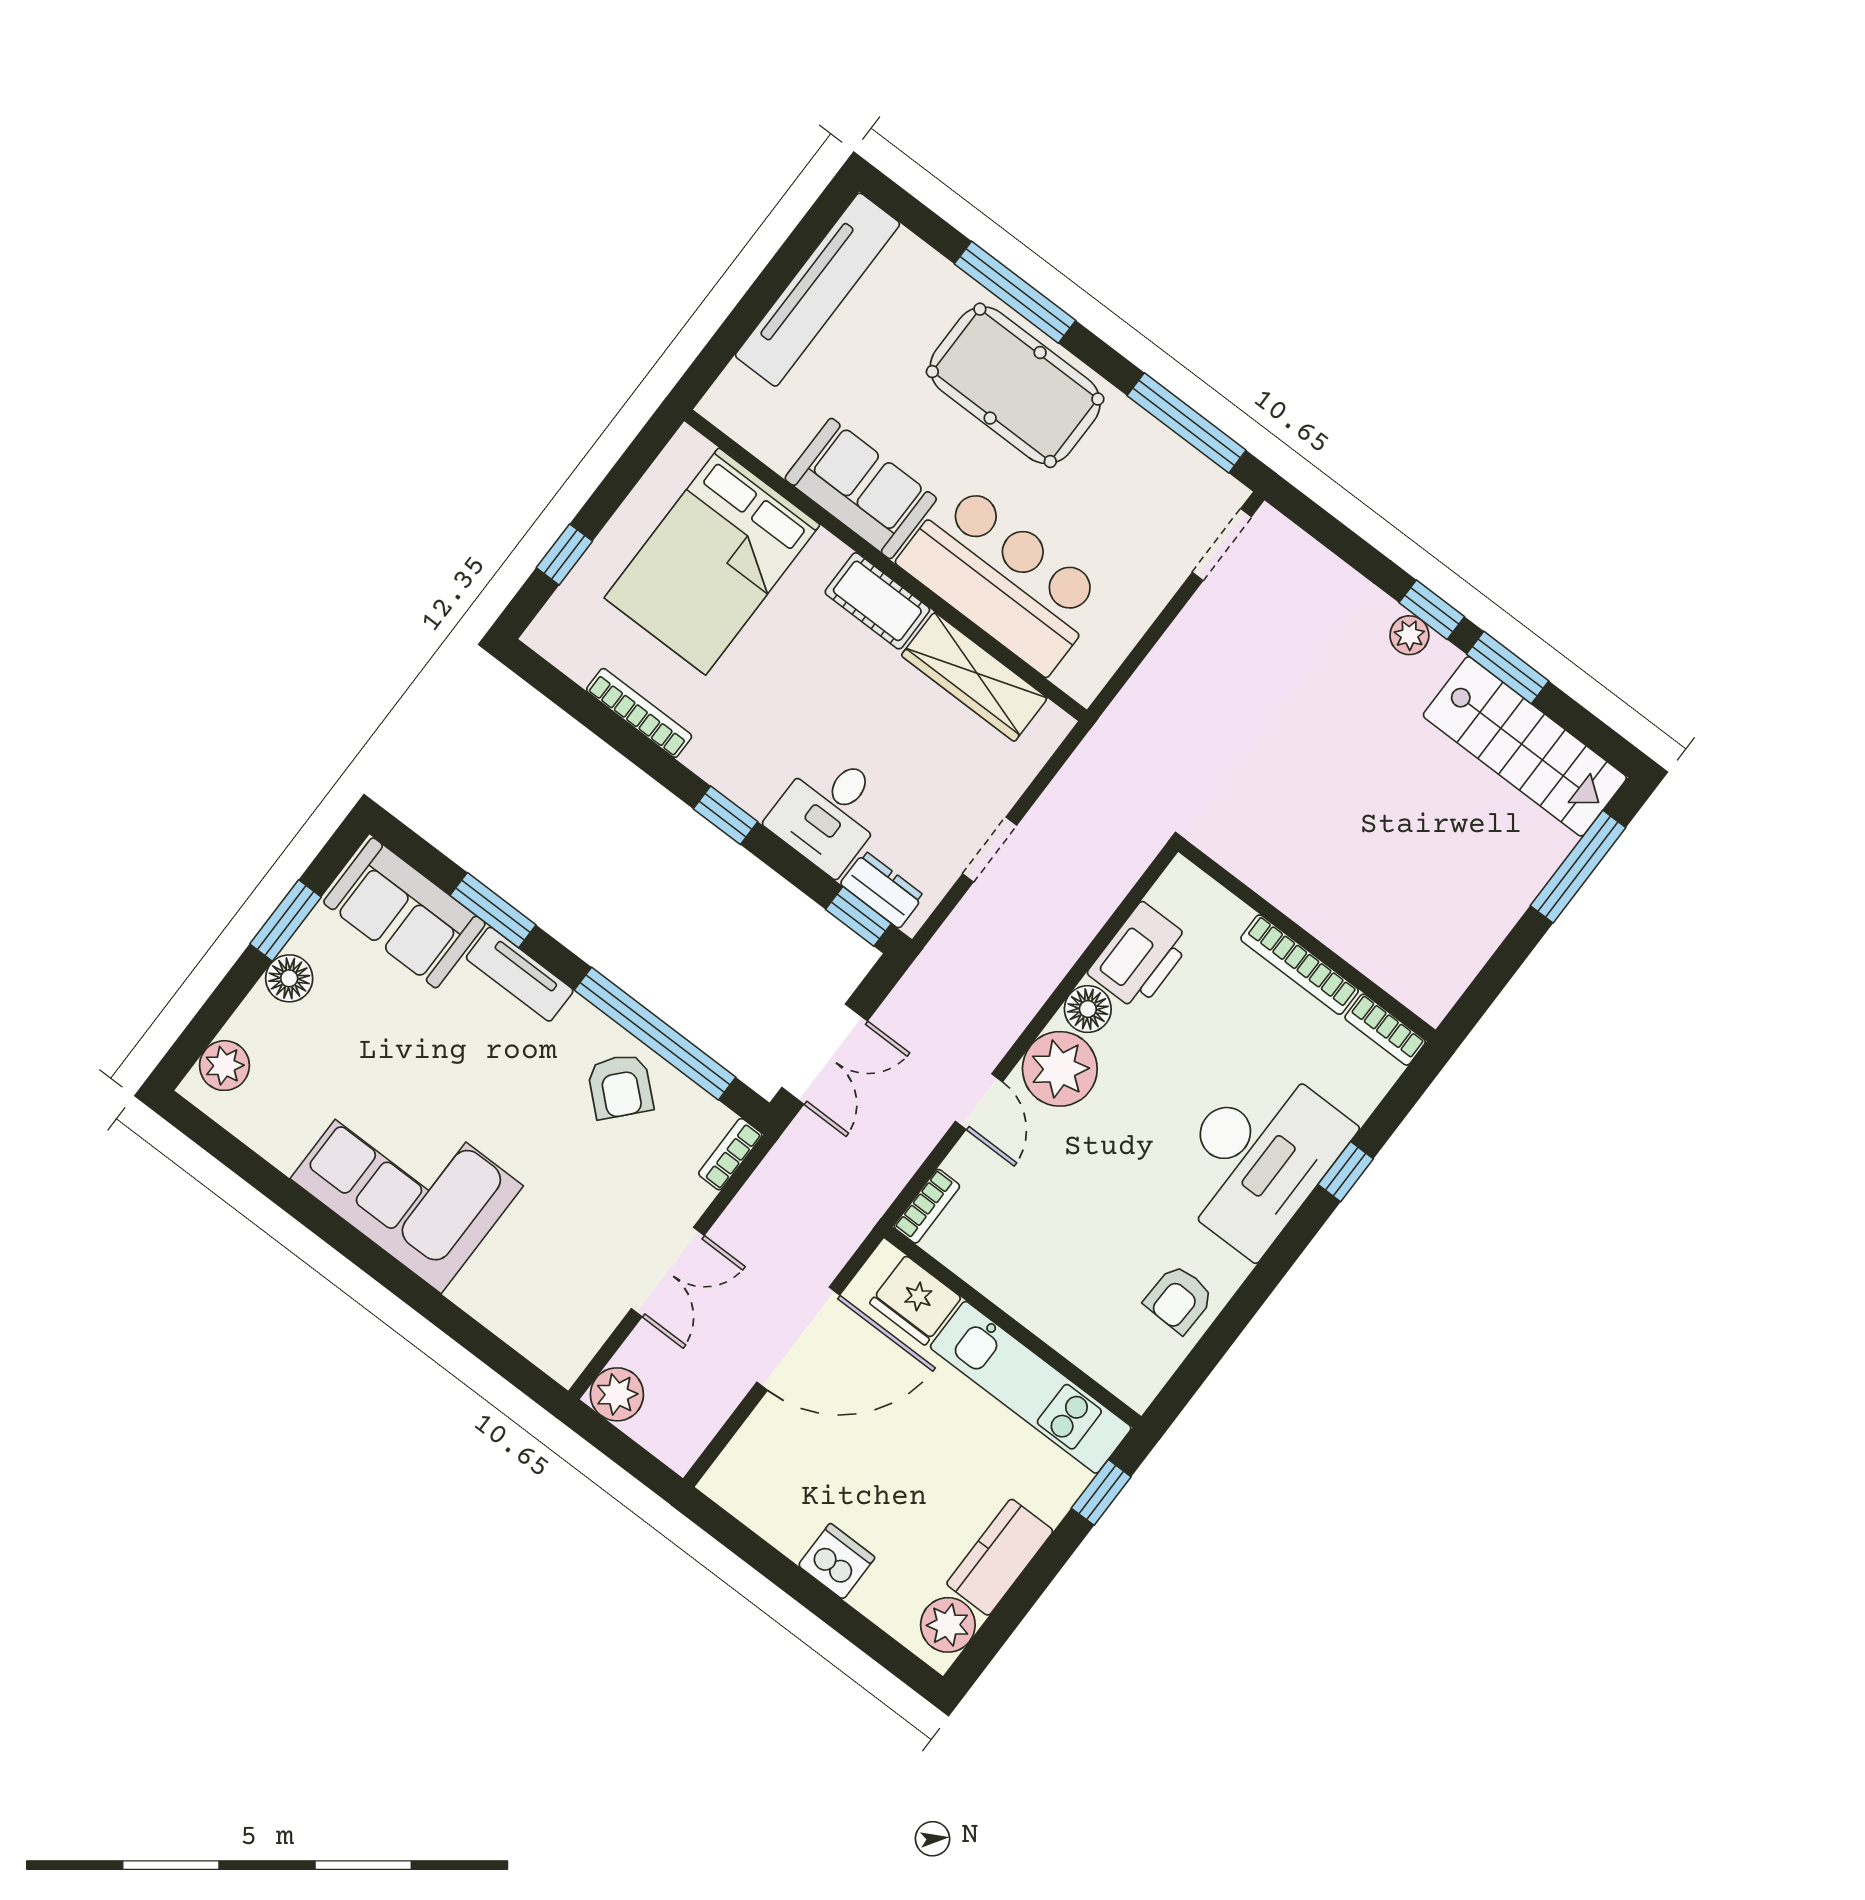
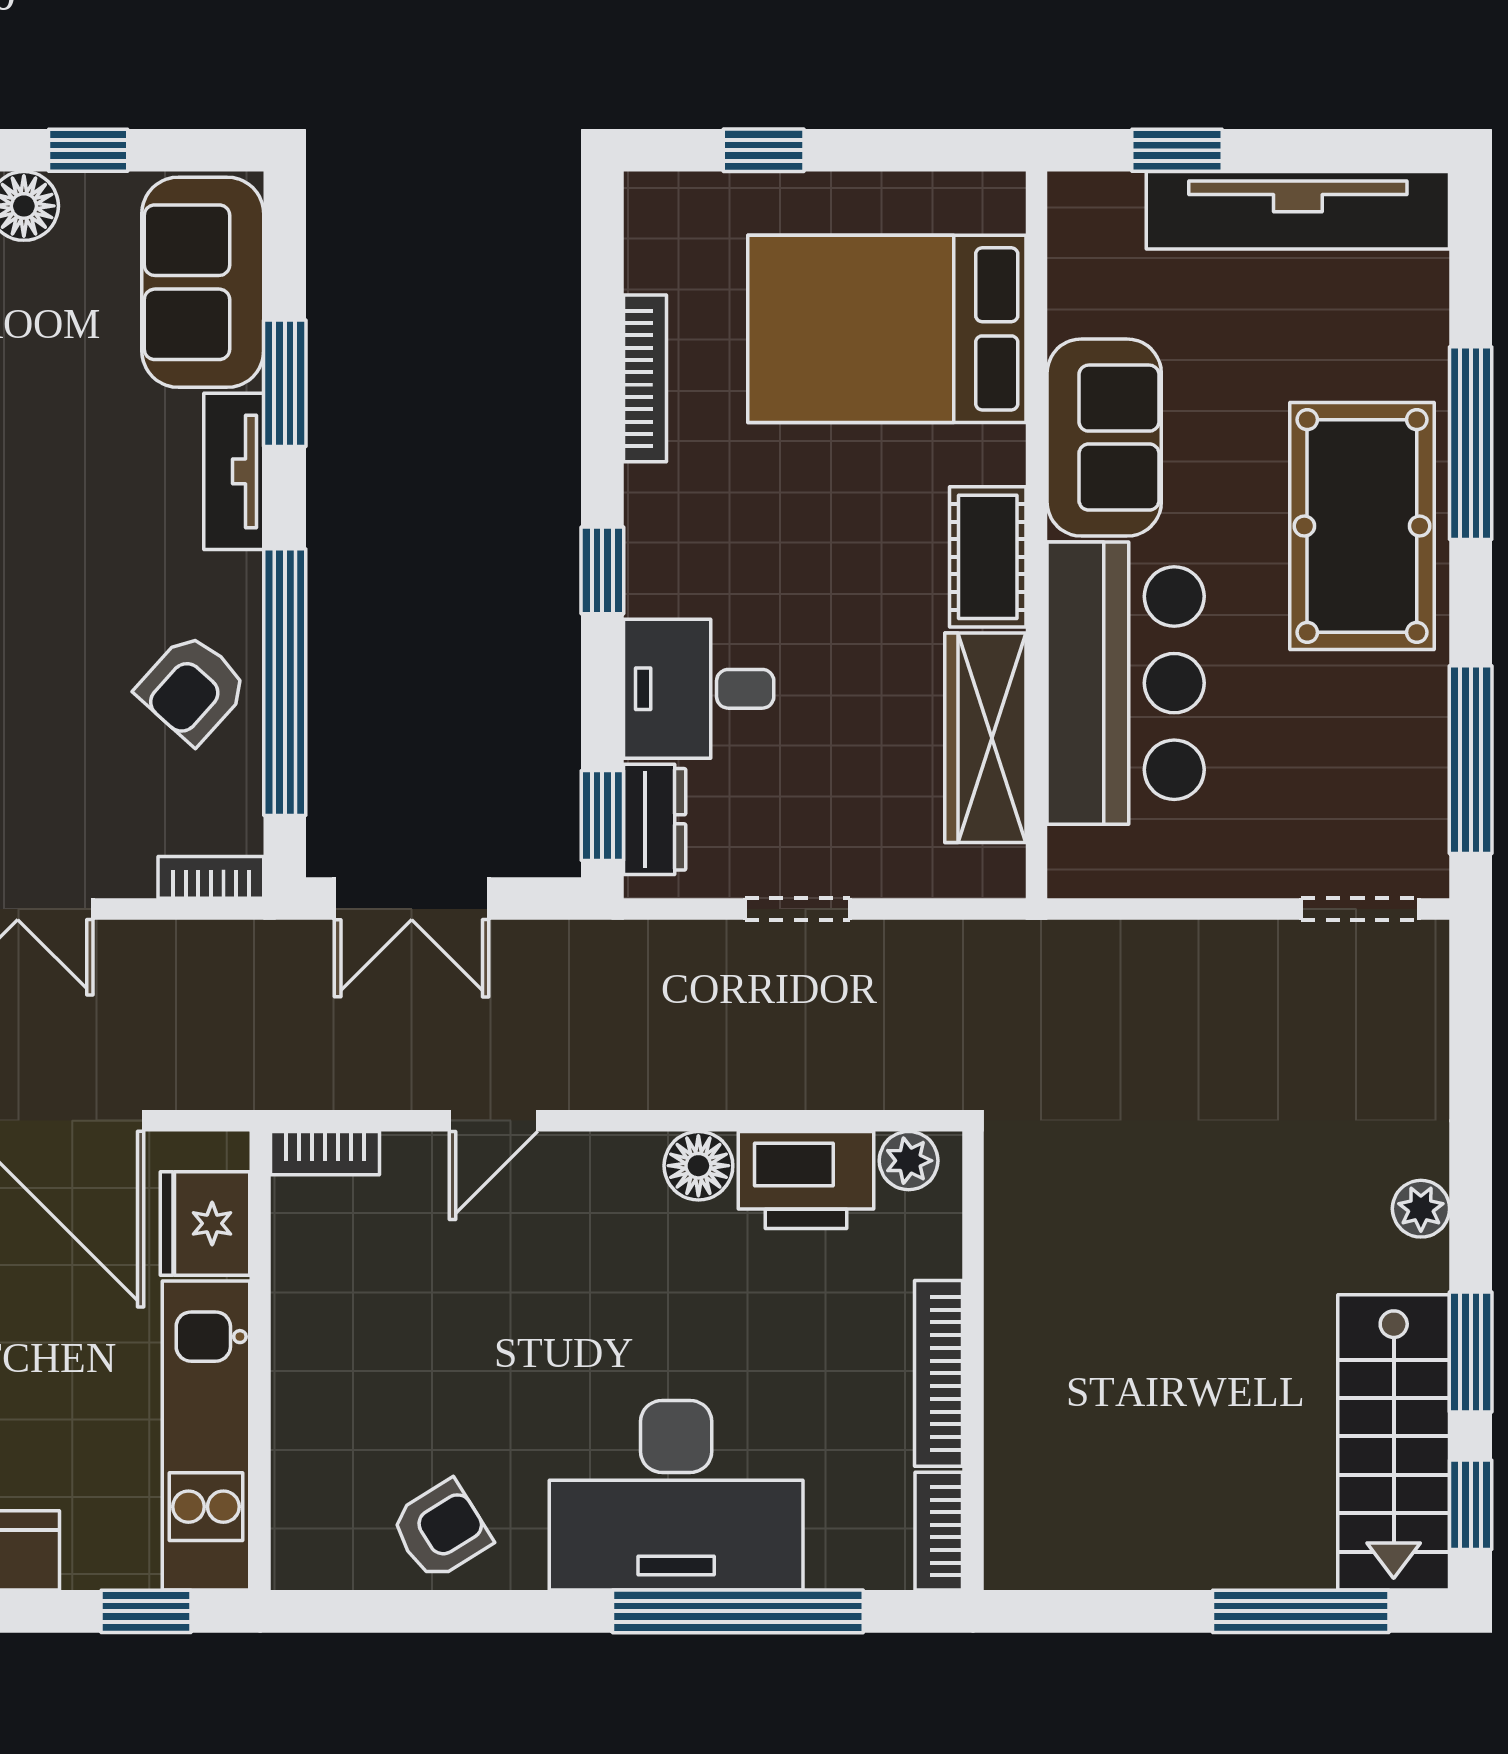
window: (735, 330) -> (1177, 150), added
window: (1432, 610) -> (1471, 1505), moved
window: (286, 921) -> (88, 150), width x0.67
plant: (1060, 1069) -> (909, 1161), moved, width x0.53, depth x0.53
window: (1346, 1172) -> (738, 1611), width x3.17
armchair: (1179, 1299) -> (441, 1530), turned 146

